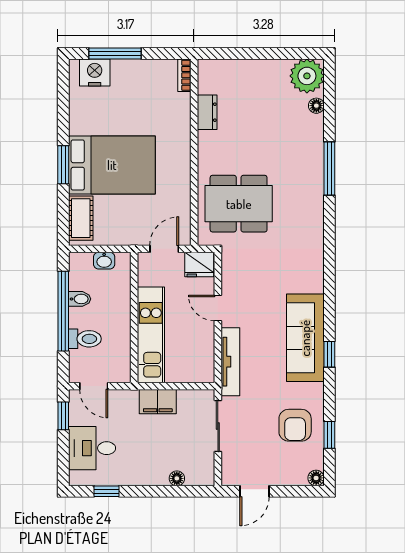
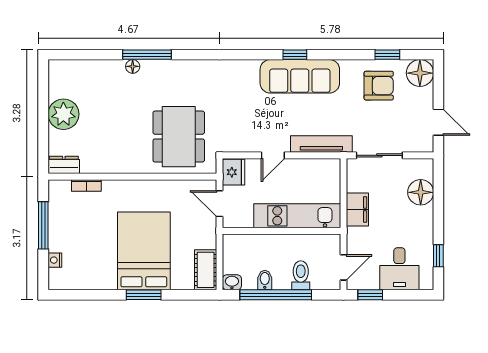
window: (115, 54) -> (43, 225), moved
nightstand: (95, 72) -> (55, 260), width x0.53, depth x0.56
bookcase: (184, 75) -> (86, 185), moved
plant: (307, 76) -> (63, 114), moved
floor lamp: (316, 106) -> (133, 66), moved
dresser: (207, 112) -> (64, 165), moved
cot: (81, 218) -> (206, 270), moved, turned 90
washbasin: (104, 261) -> (232, 282), moved, turned -90
window: (329, 354) -> (295, 55), moved
floor lamp: (177, 478) -> (421, 192), width x1.89, depth x1.89
floor lamp: (316, 478) -> (420, 73), width x1.89, depth x1.89

